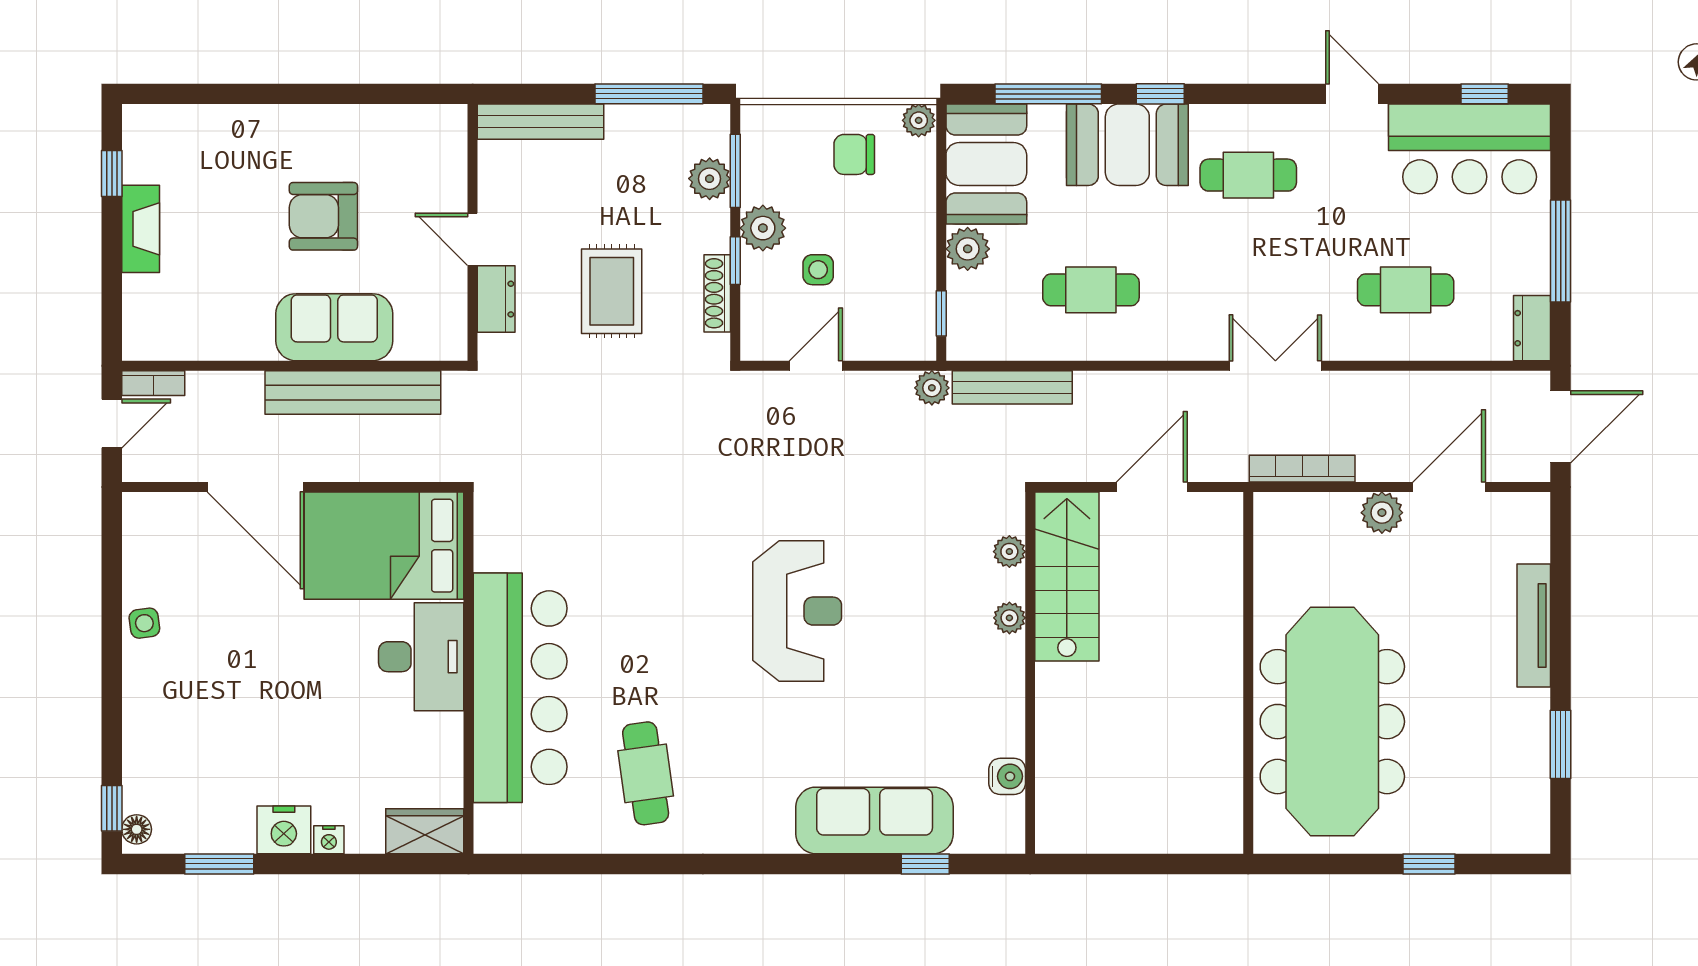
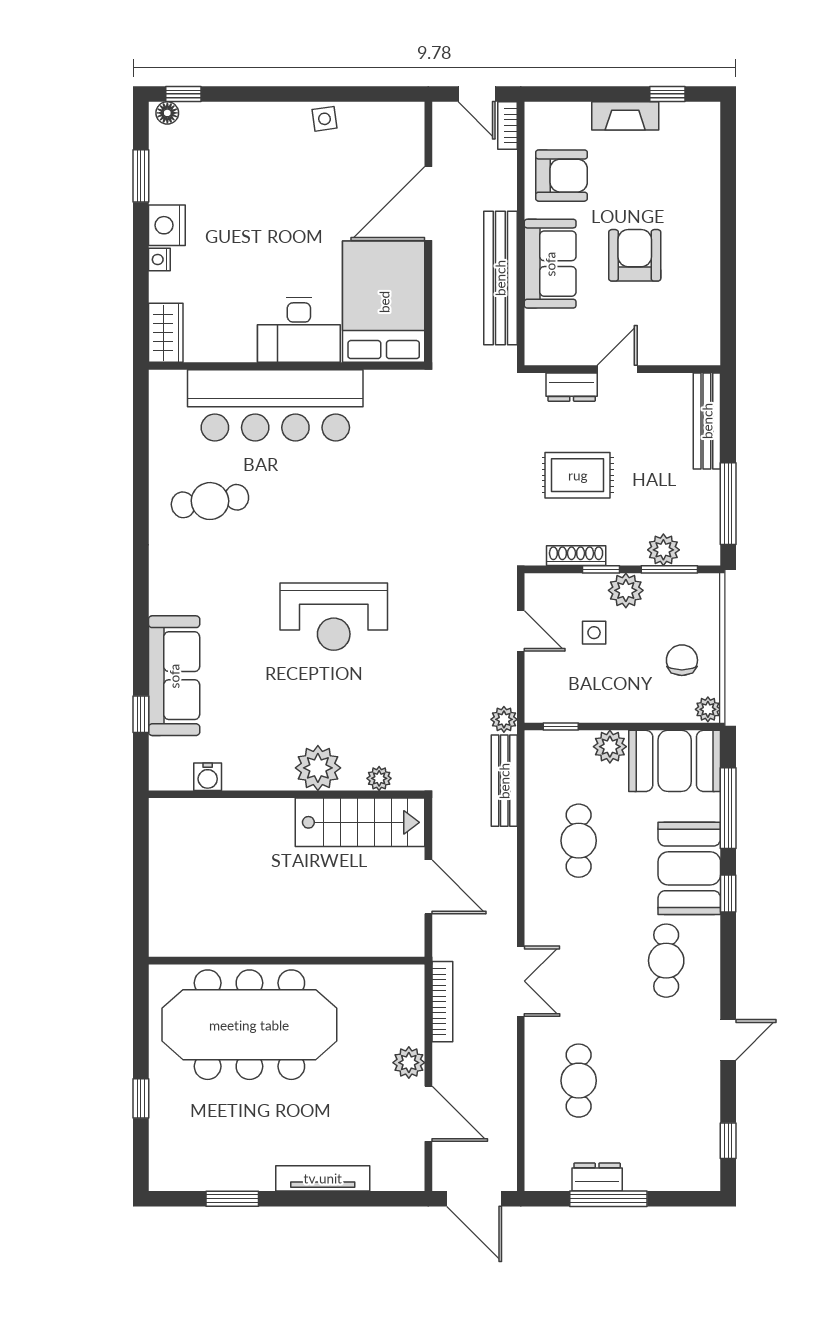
bar counter: (1470, 149) -> (686, 1129), removed
armchair: (219, 312) -> (562, 176), added
dresser: (1532, 328) -> (597, 1177), moved
plant: (1009, 618) -> (318, 768), width x1.88, depth x1.88

